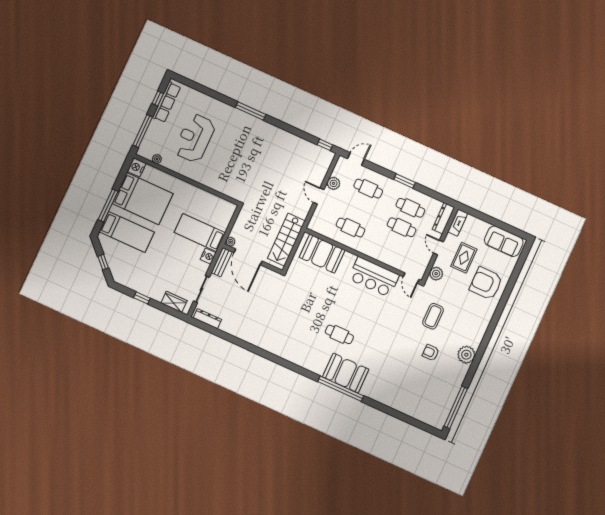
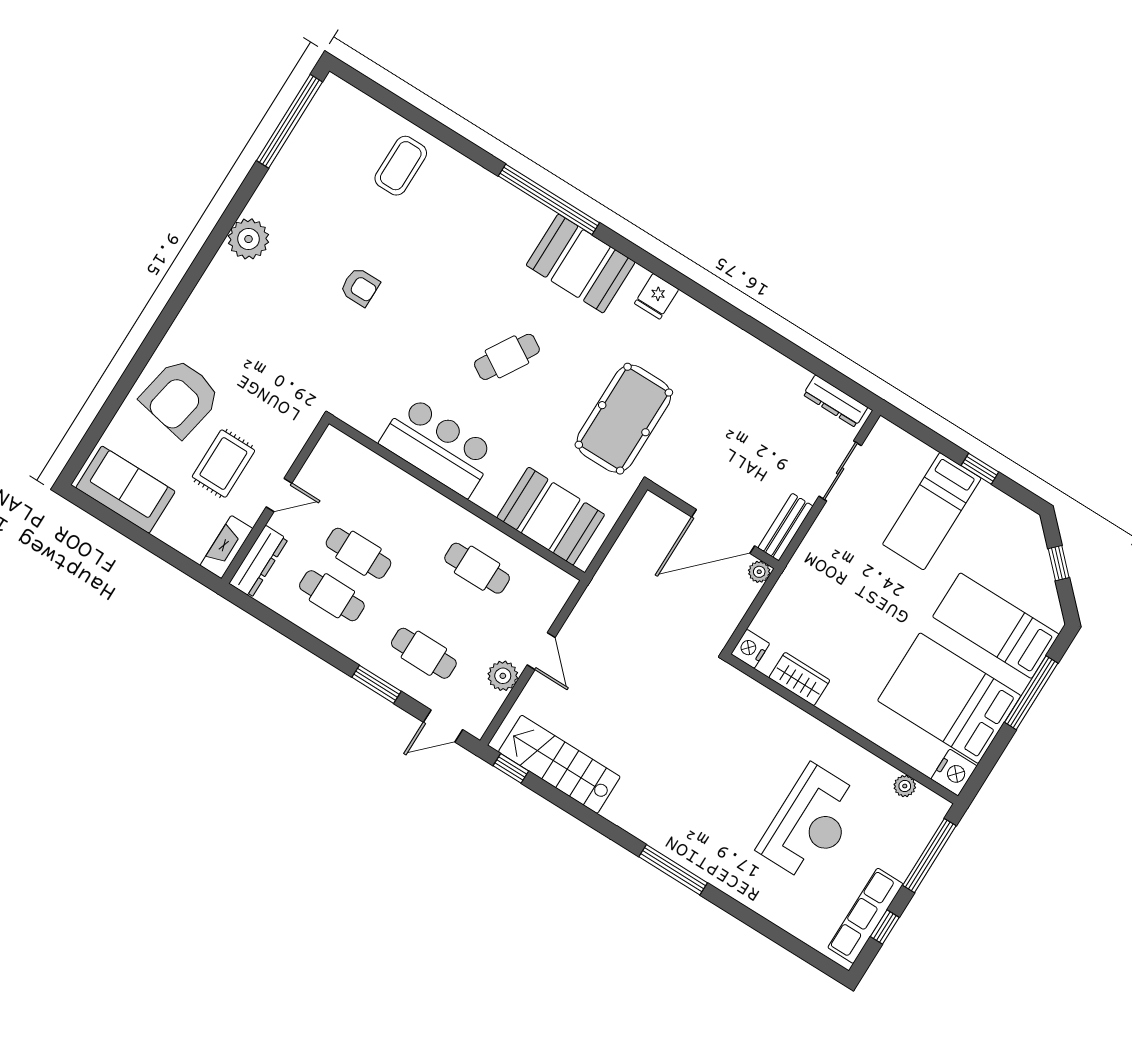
window: (405, 181) -> (376, 684), moved
bed: (200, 233) -> (932, 511), moved, turned 90
stairs: (286, 240) -> (559, 764), moved, turned -90
door: (439, 247) -> (279, 495), hinge flipped
nightstand: (208, 256) -> (750, 649), moved
door: (248, 257) -> (723, 531), swing flipped
plant: (436, 274) -> (293, 435), removed
door: (411, 278) -> (352, 433), removed
armchair: (486, 283) -> (180, 398), turned 101
pool table: (297, 299) -> (624, 419), added
wardrobe: (174, 302) -> (799, 679), moved, turned 180
coffee table: (433, 316) -> (401, 166), moved
cafe table: (339, 334) -> (507, 357), moved, turned -59
fridge: (289, 353) -> (657, 296), added
armchair: (431, 353) -> (360, 287), moved
booth: (346, 373) -> (581, 264), moved

